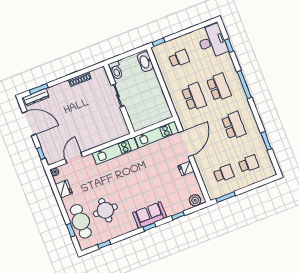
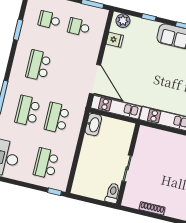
school desk: (179, 59) -> (46, 163), width x1.85
washbasin: (145, 62) -> (93, 125), moved
door: (186, 144) -> (95, 79), swing flipped
fridge: (186, 168) -> (115, 40), moved

